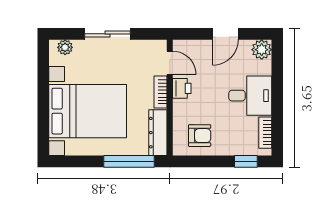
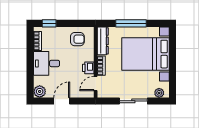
door: (170, 63) -> (96, 83), hinge flipped
armchair: (200, 136) -> (77, 39), turned 180
window: (129, 161) -> (131, 23), moved

